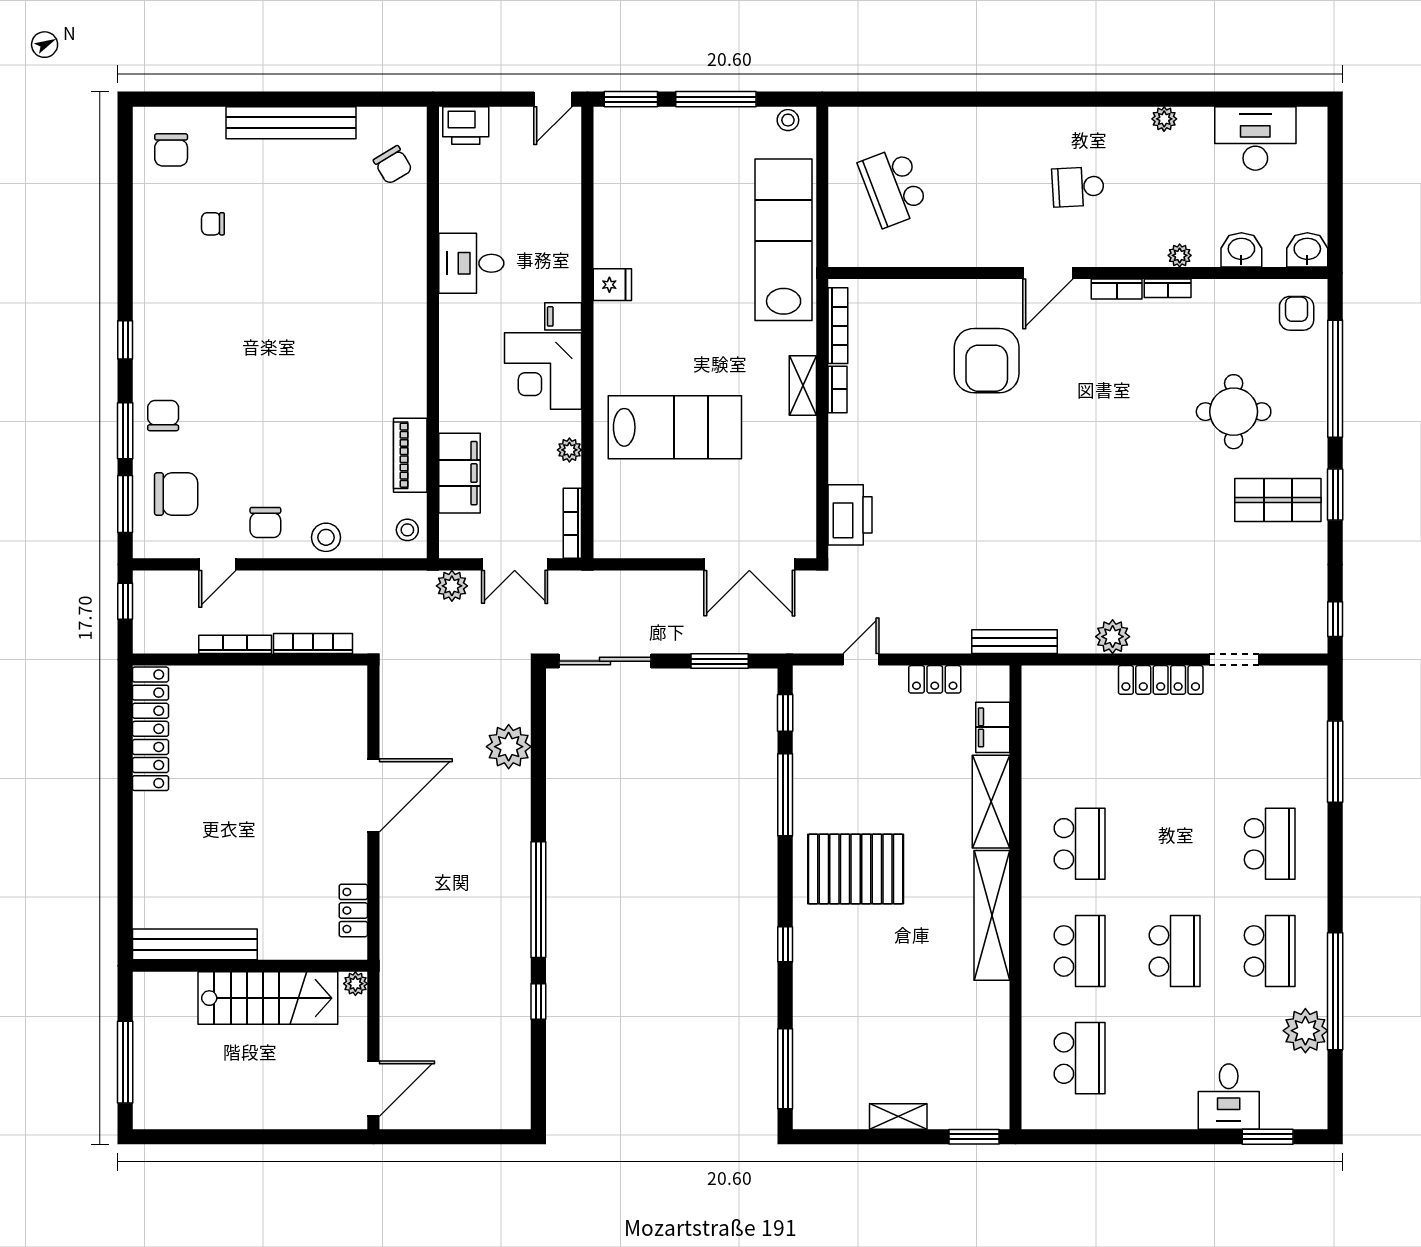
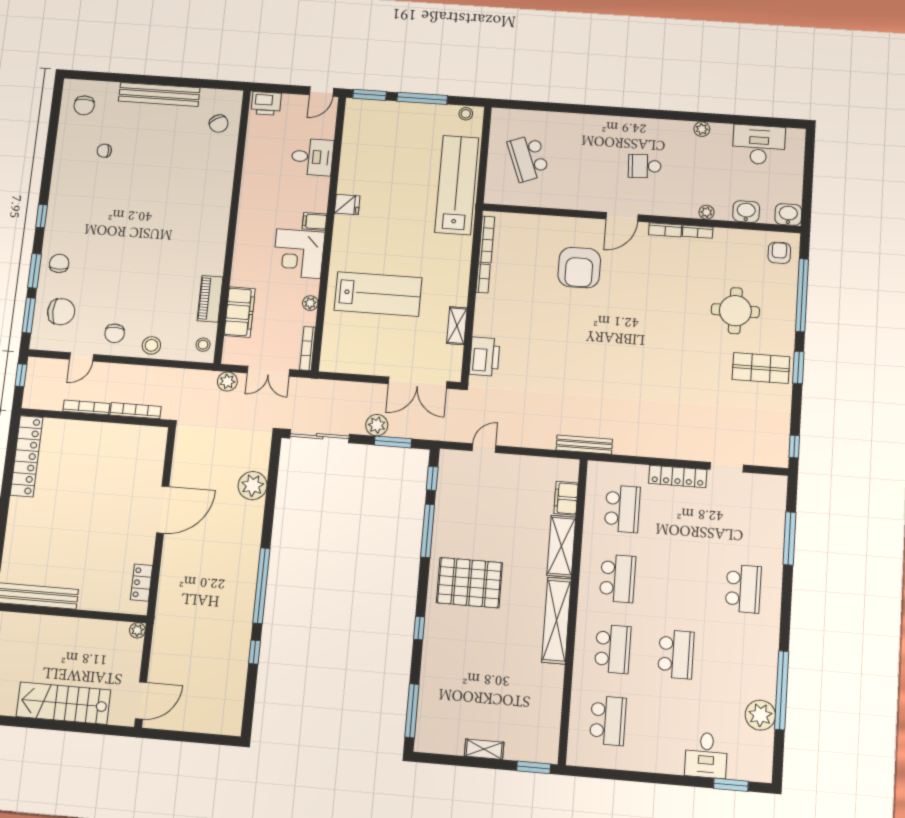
desk: (471, 263) -> (312, 157), moved, turned 180
shelving: (803, 385) -> (457, 326), moved
plant: (1113, 637) -> (377, 425), moved
locker: (935, 679) -> (531, 465), removed
school desk: (1270, 951) -> (622, 509), moved
stairs: (268, 998) -> (63, 703), moved, turned 180

